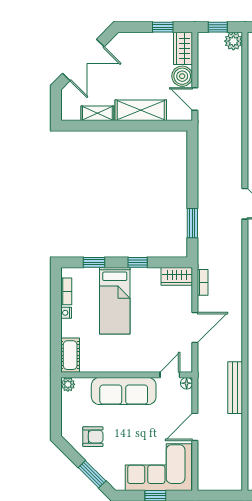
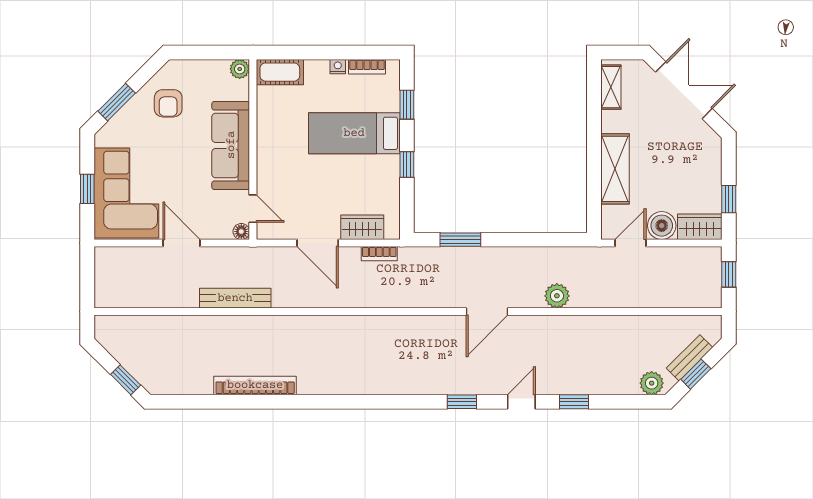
plant: (233, 41) -> (557, 296), moved
double door: (83, 60) -> (684, 90), swing flipped
shelving: (97, 113) -> (611, 87), moved
wardrobe: (177, 276) -> (362, 227), moved, turned 90

